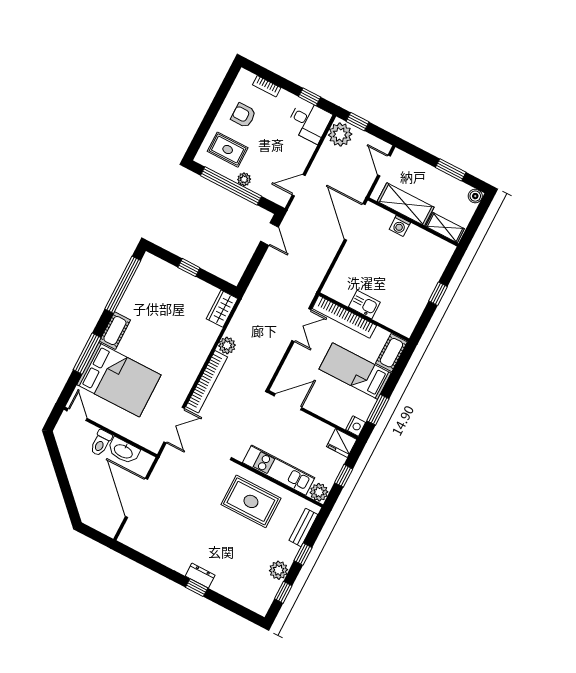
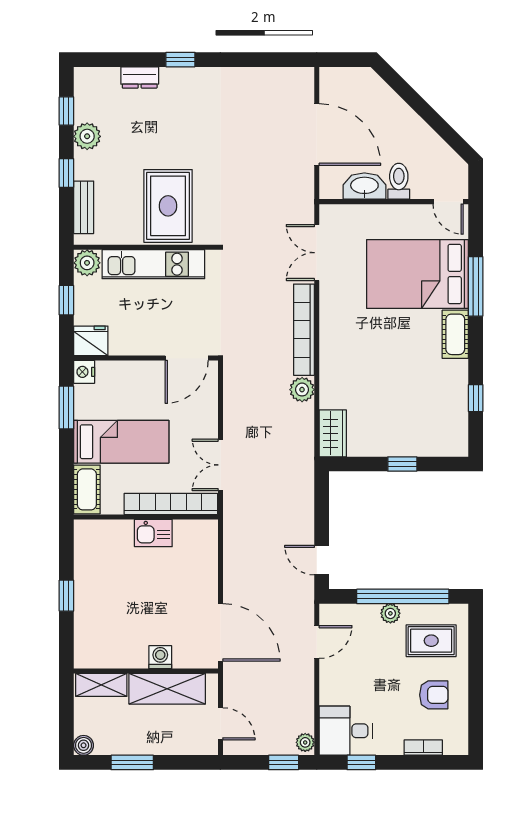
plant: (340, 135) -> (305, 742), width x0.53, depth x0.53
window: (123, 285) -> (476, 398), width x0.32
rug: (251, 501) -> (168, 206), turned 90
dresser: (200, 576) -> (140, 77), moved

